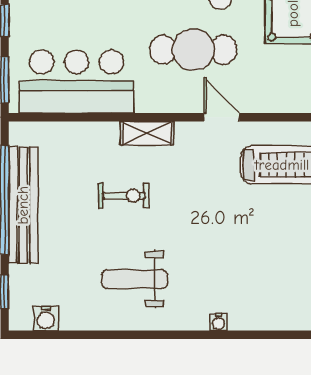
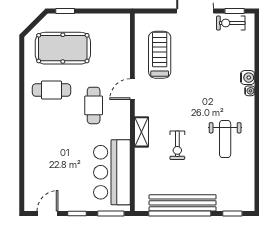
cafe table: (193, 50) -> (94, 105), width x0.73, depth x0.74
exercise bike: (124, 196) -> (177, 145), turned 180
water cooler: (46, 318) -> (248, 78), moved

